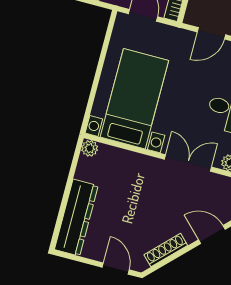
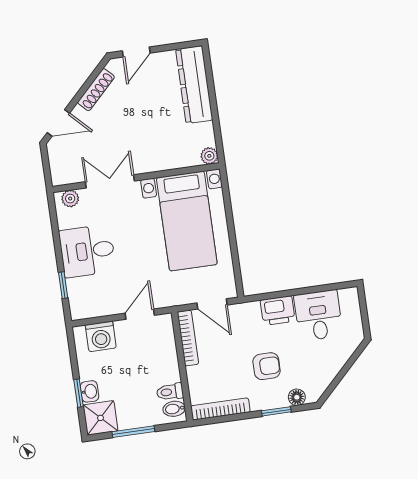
double door: (188, 163) -> (110, 181), swing flipped
door: (116, 269) -> (136, 52), hinge flipped

